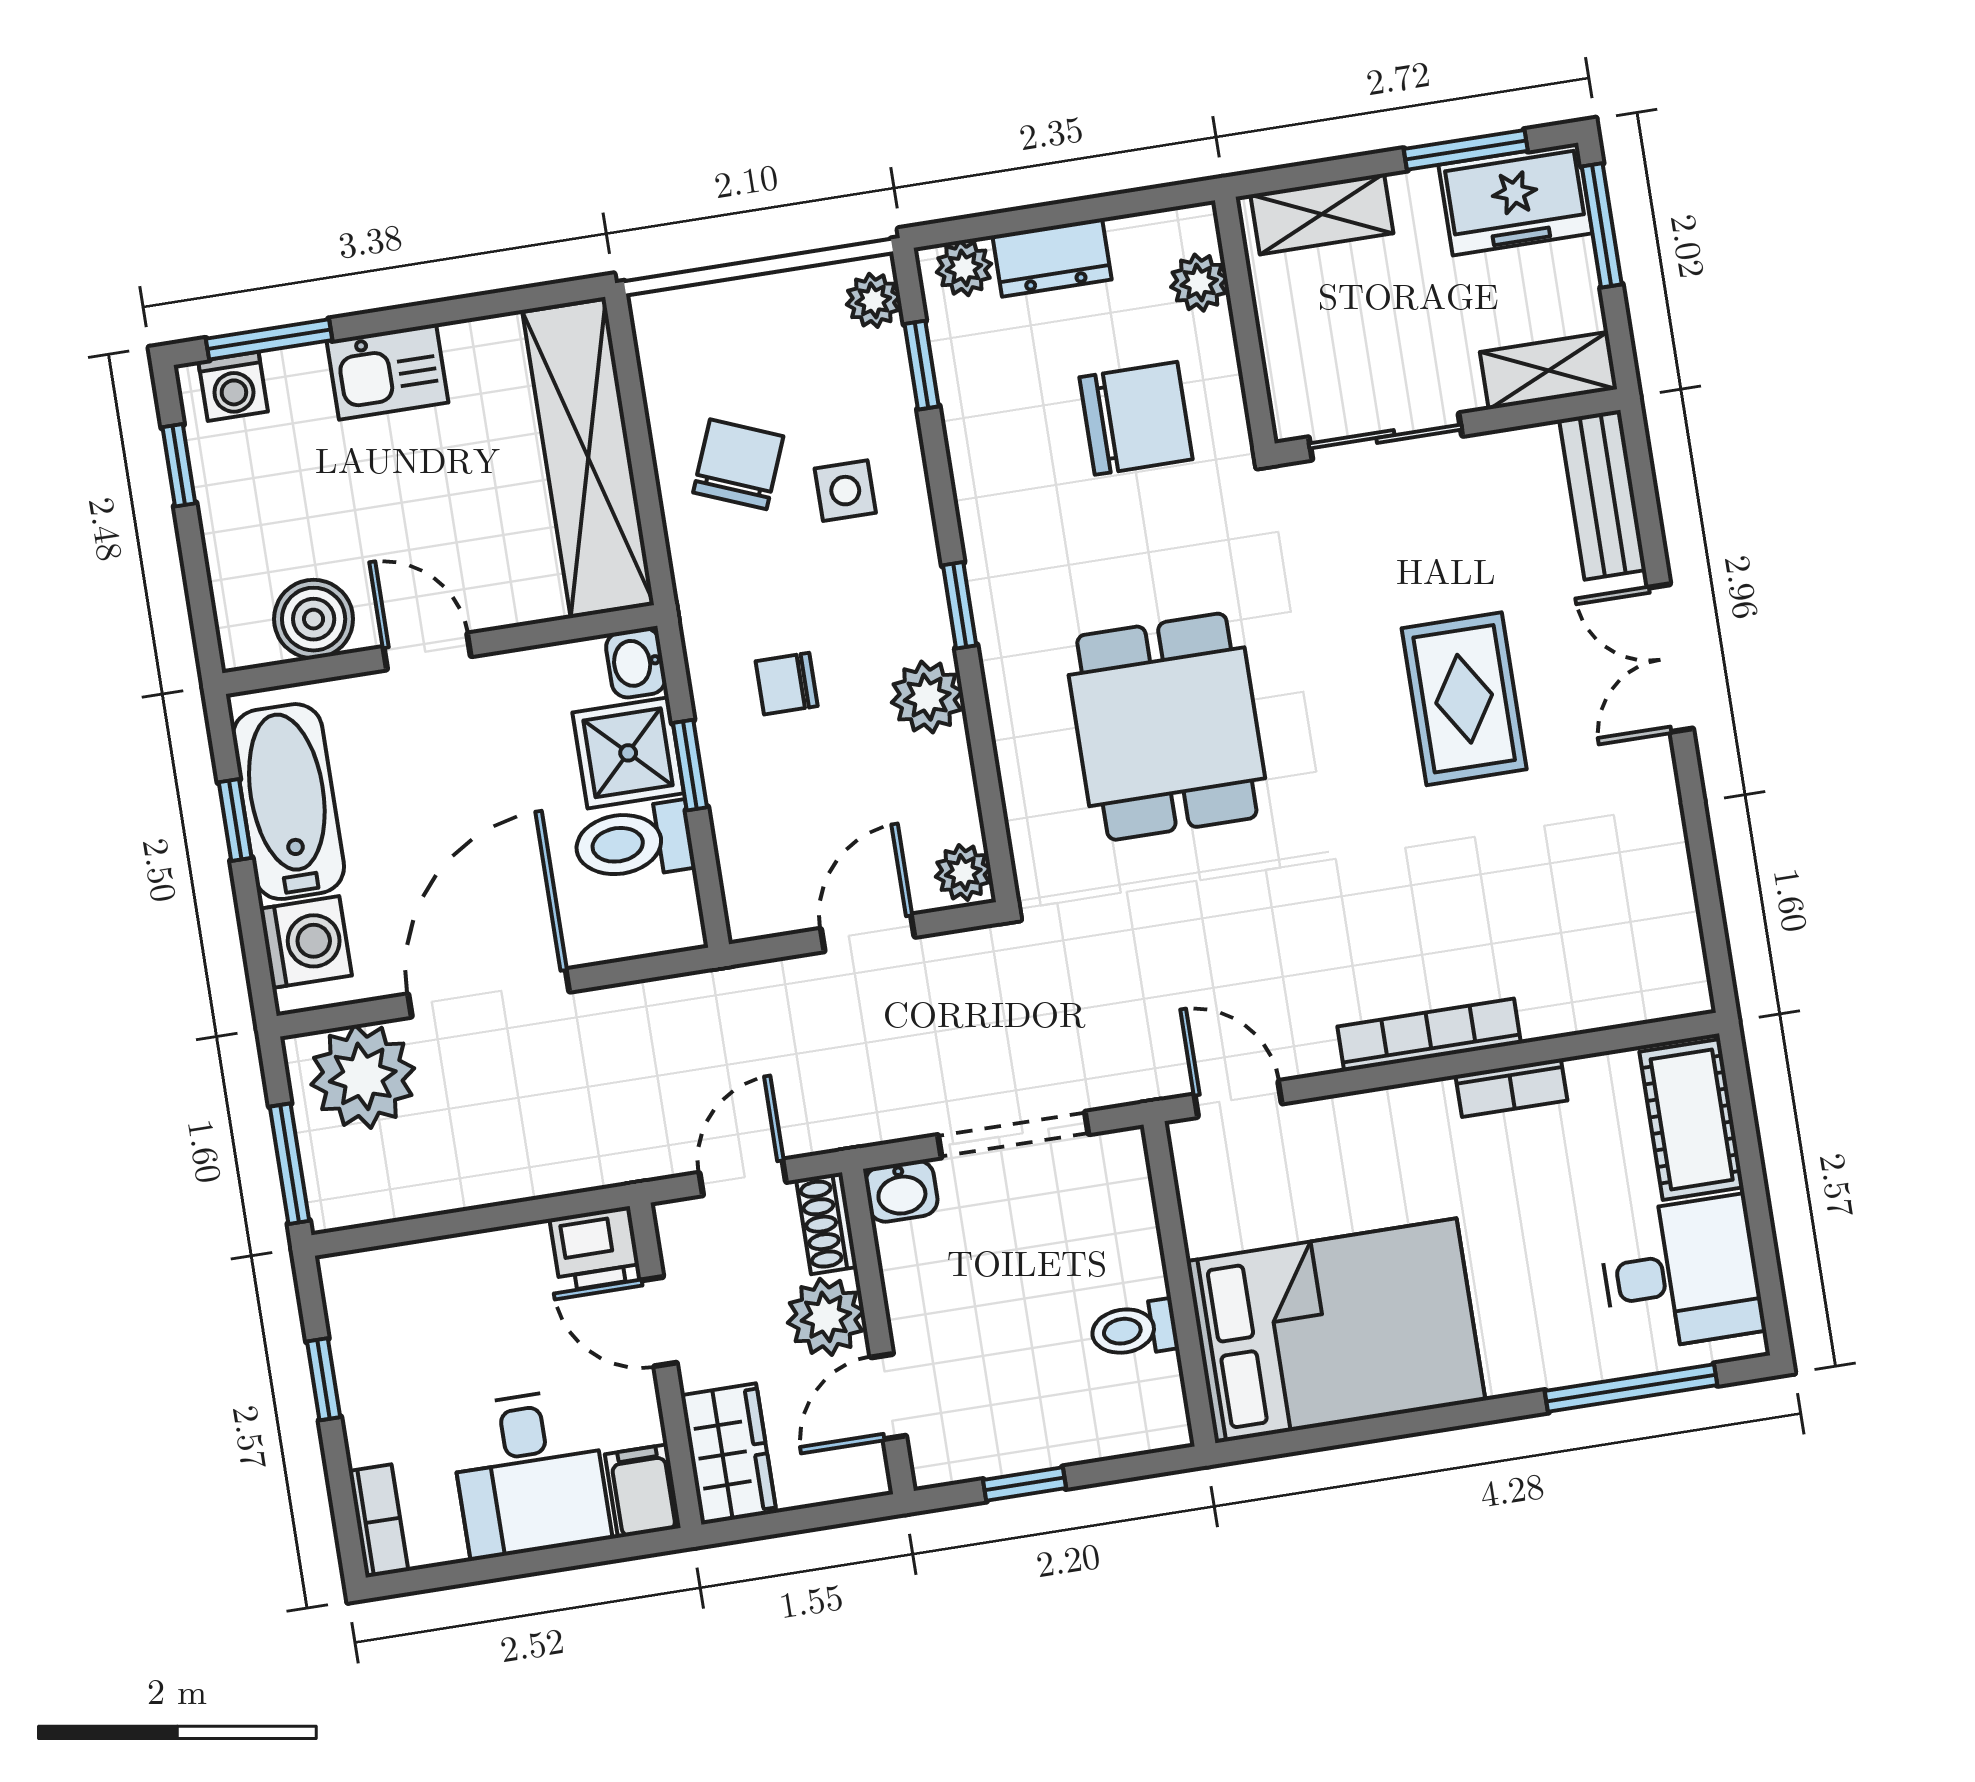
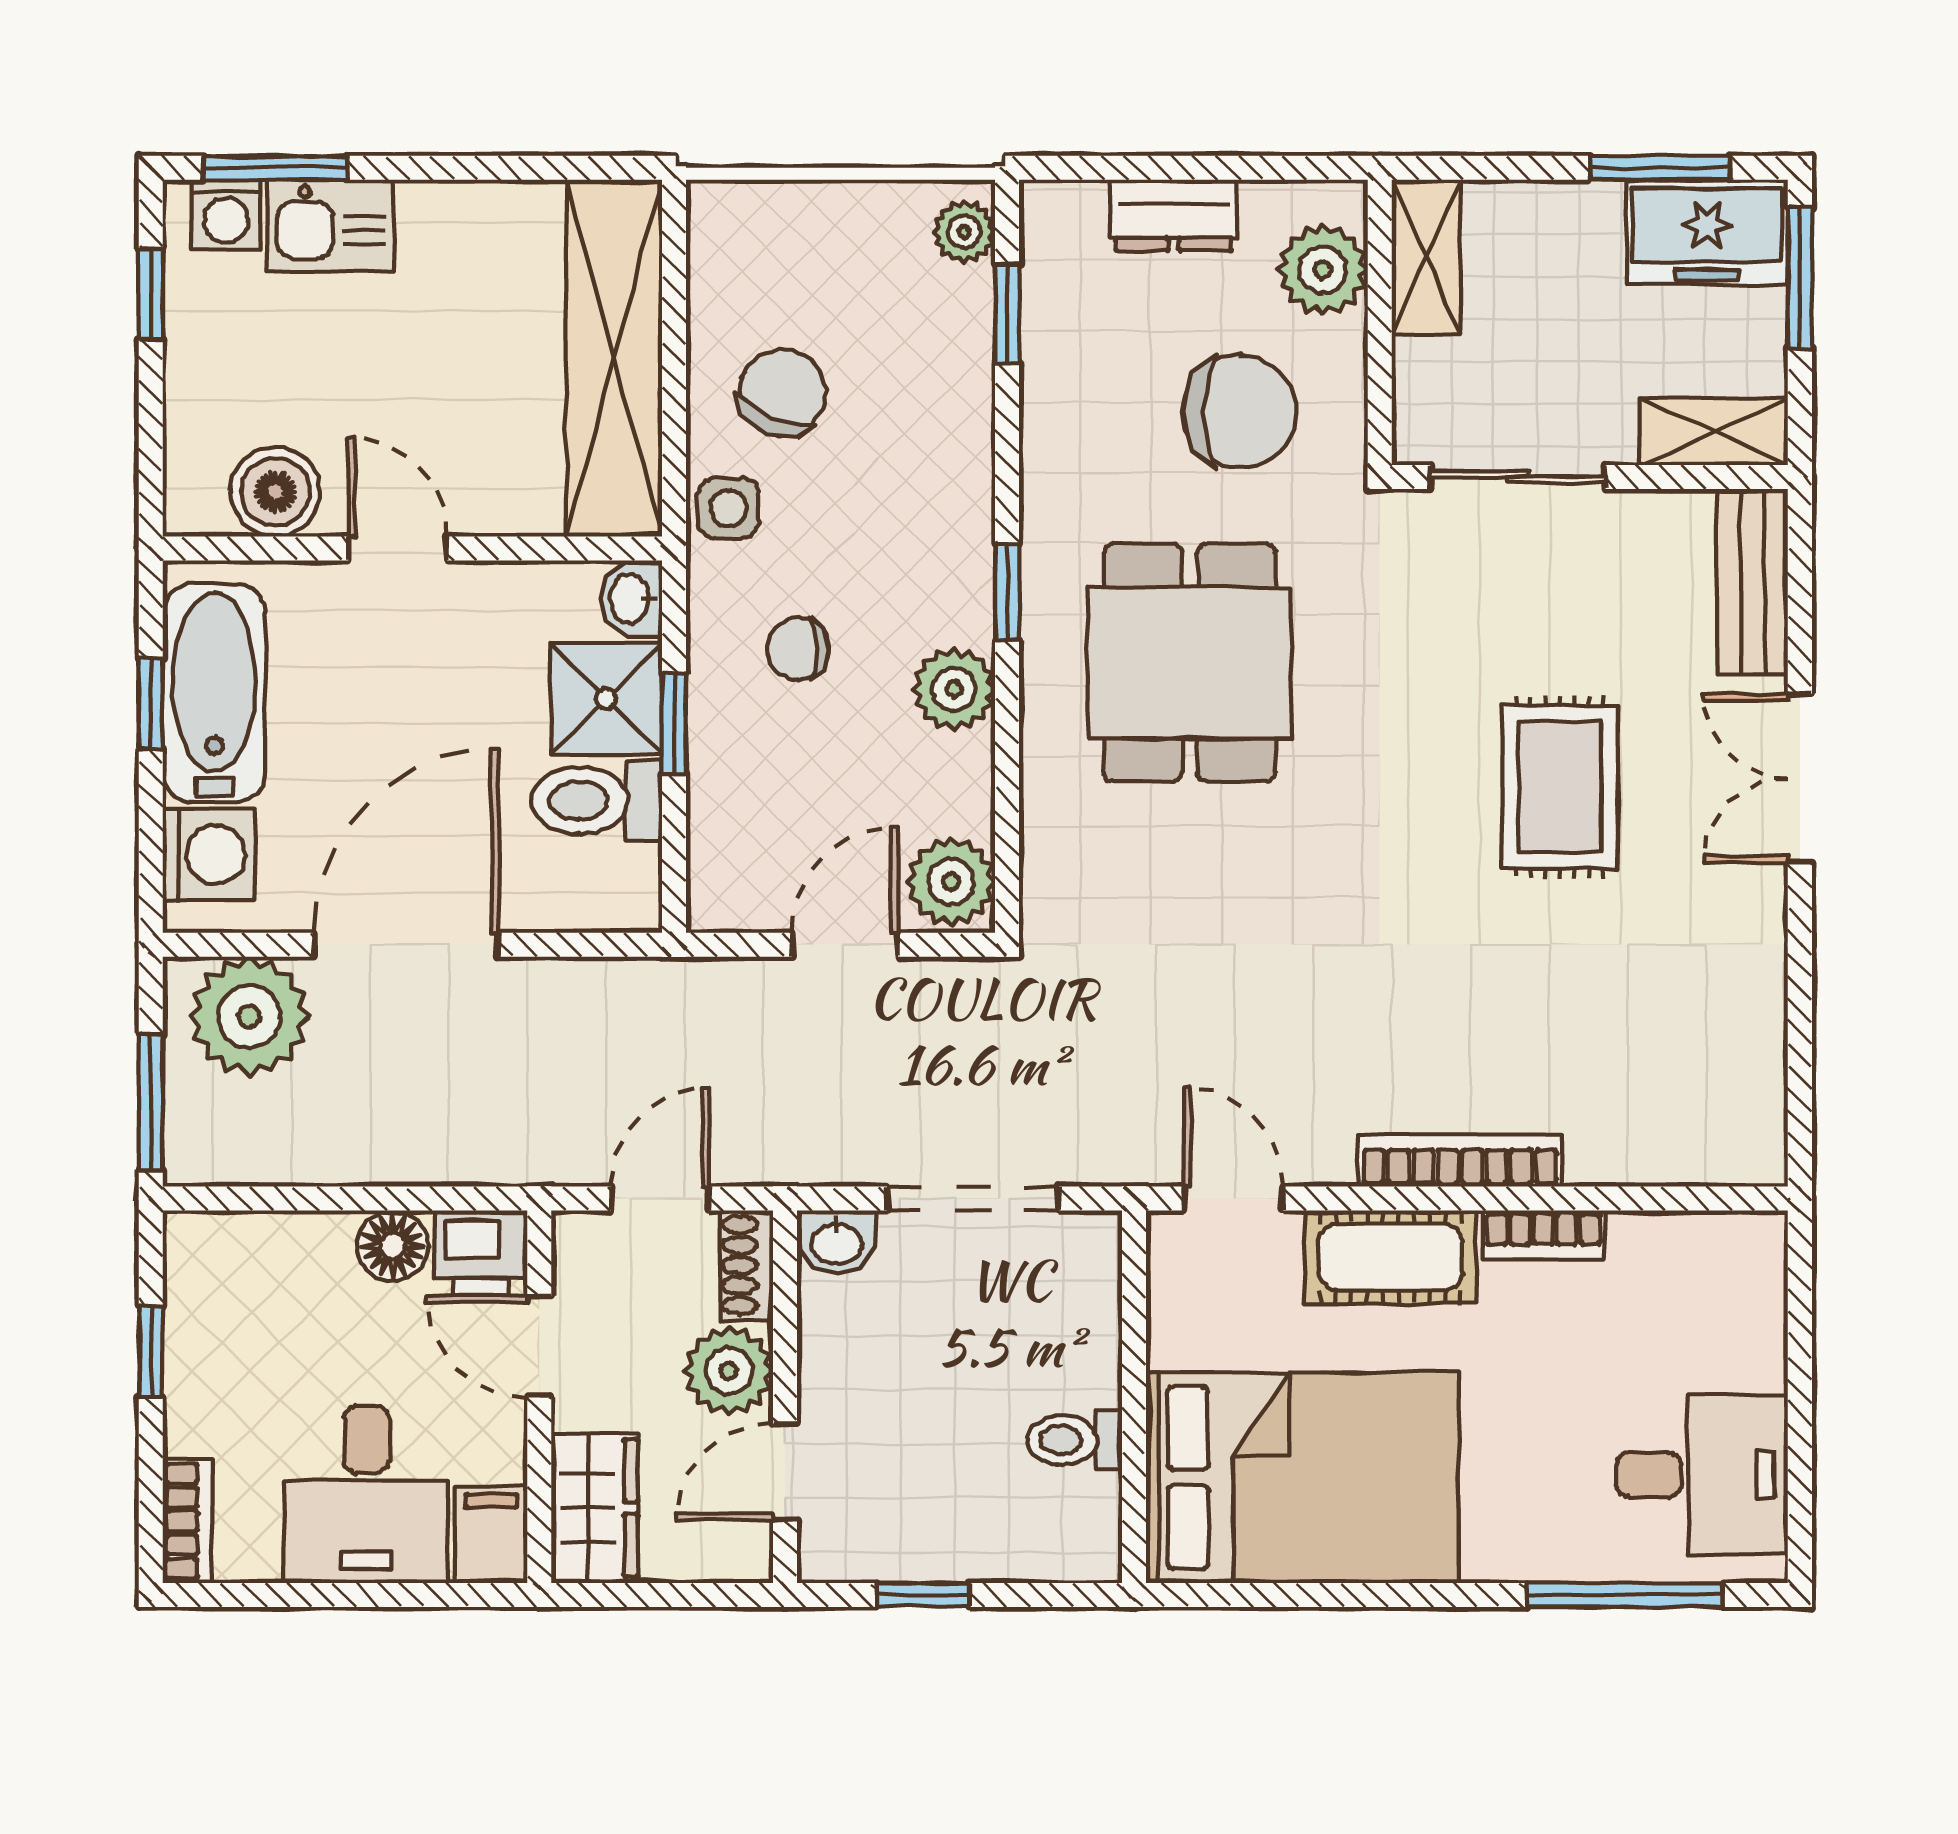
shelving: (1322, 214) -> (1426, 257), moved, turned 90
plant: (964, 268) -> (1072, 211), removed
plant: (1199, 283) -> (1323, 270), width x1.38, depth x1.38
kitchen sink: (388, 372) -> (330, 226), moved
side table: (845, 491) -> (728, 508), moved
dining table: (1167, 727) -> (1190, 663), moved
plant: (963, 872) -> (951, 882), width x1.38, depth x1.38
cot: (1692, 1120) -> (1390, 1257), moved, turned 90
floor lamp: (518, 1255) -> (393, 1246), added

